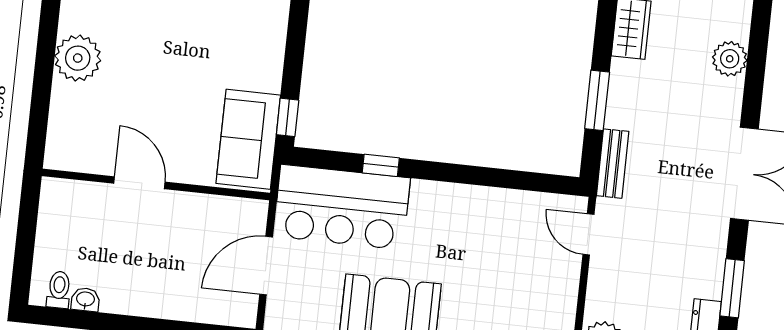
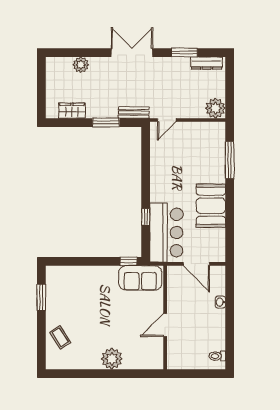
washbasin: (85, 300) -> (220, 302), moved

